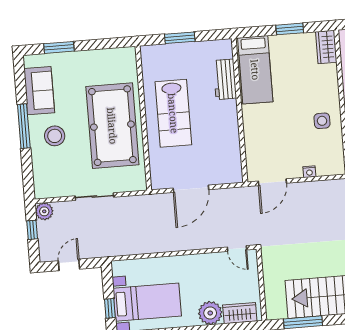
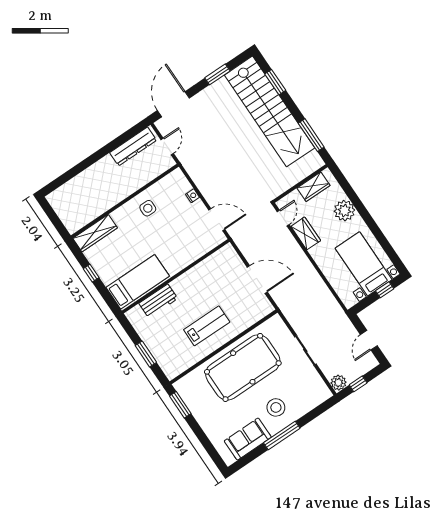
window: (290, 29) -> (91, 273), width x0.67
window: (59, 47) -> (180, 405), moved
wardrobe: (326, 47) -> (95, 233), width x1.50
lab bench: (173, 113) -> (207, 326), width x0.73, depth x0.72
wardrobe: (209, 262) -> (306, 233), added
door: (69, 265) -> (369, 340), hinge flipped
wardrobe: (240, 313) -> (313, 187), moved, turned -90

